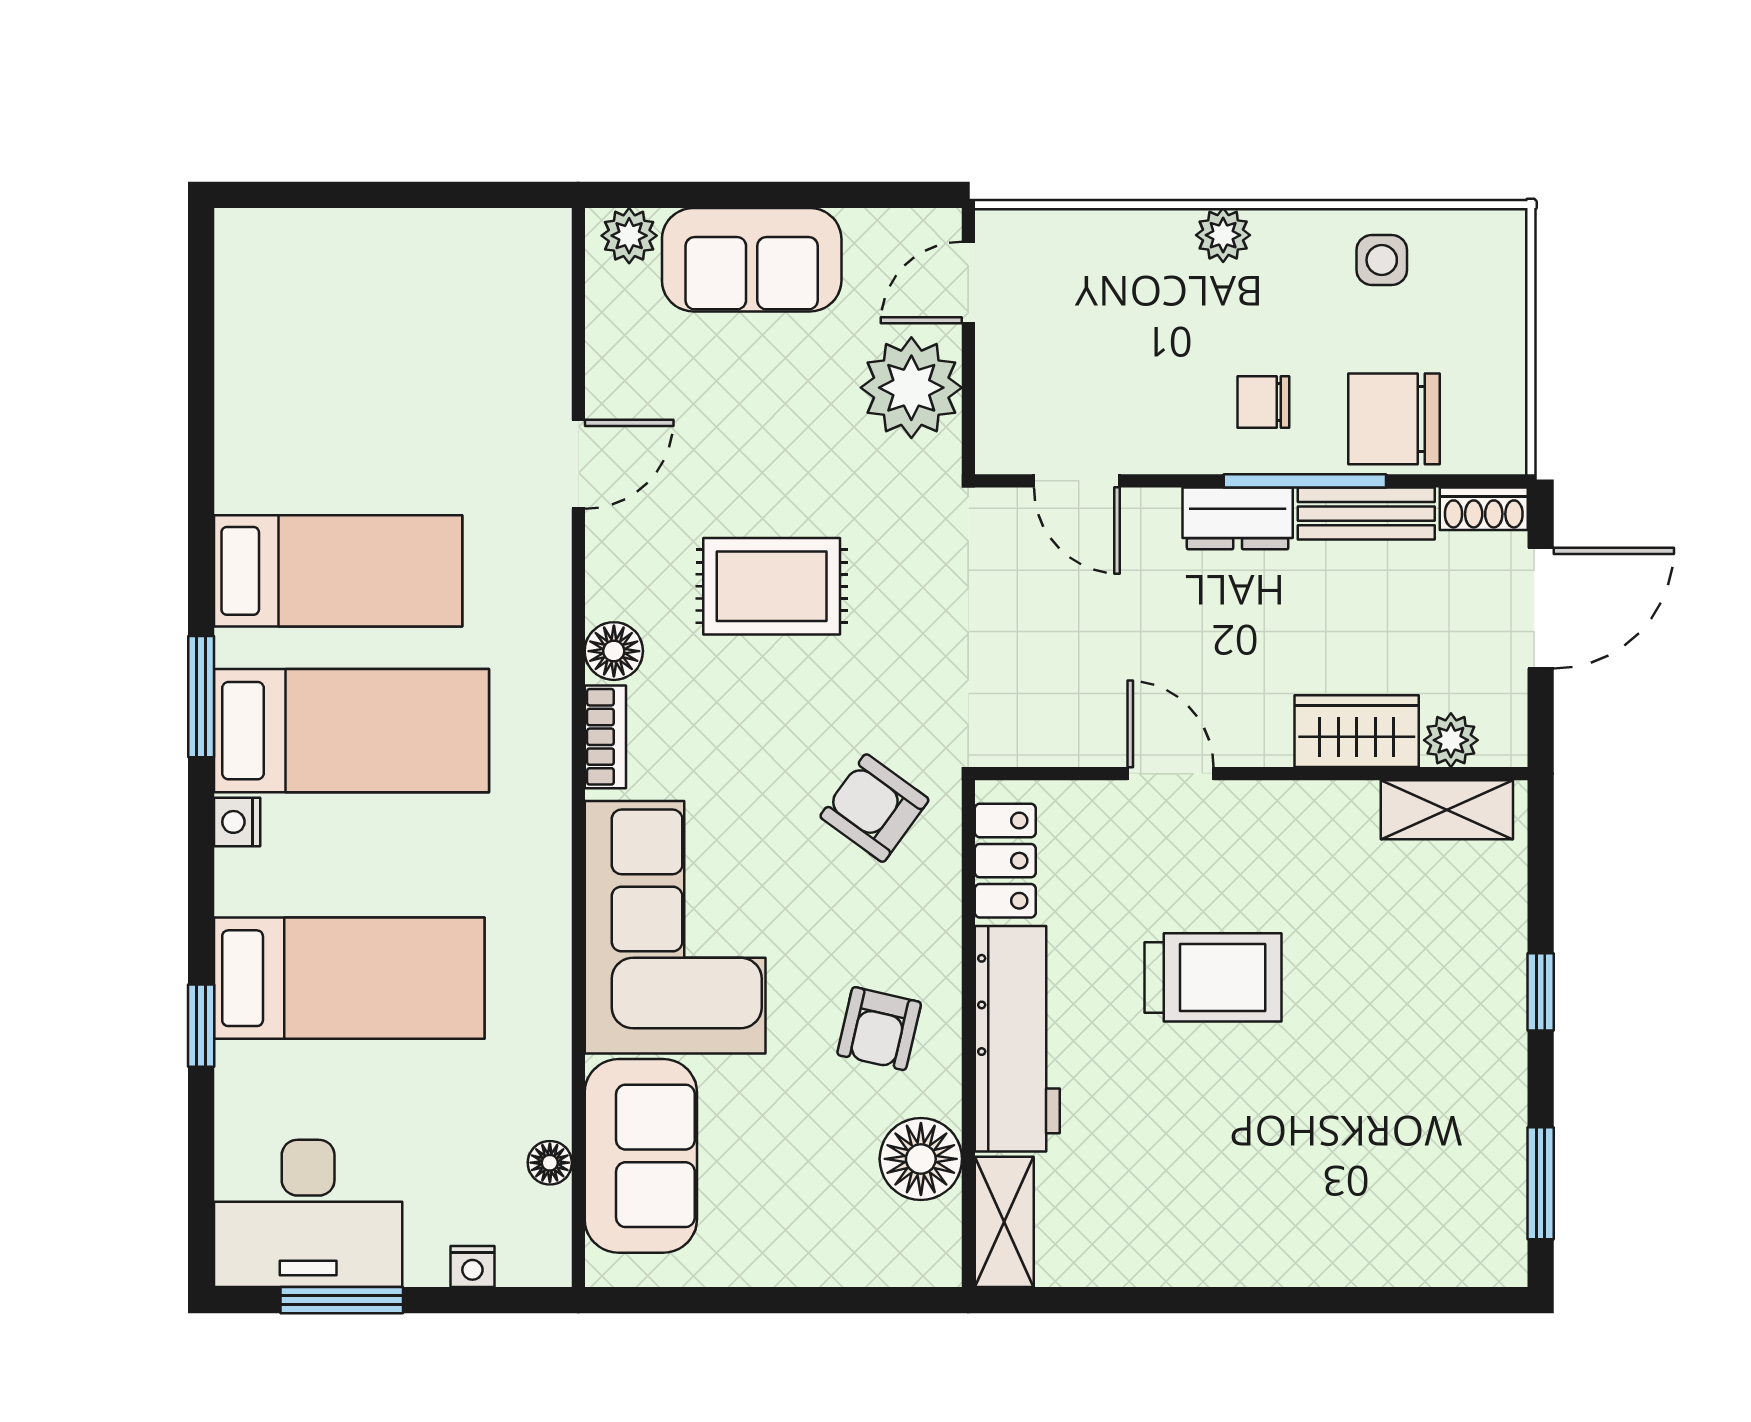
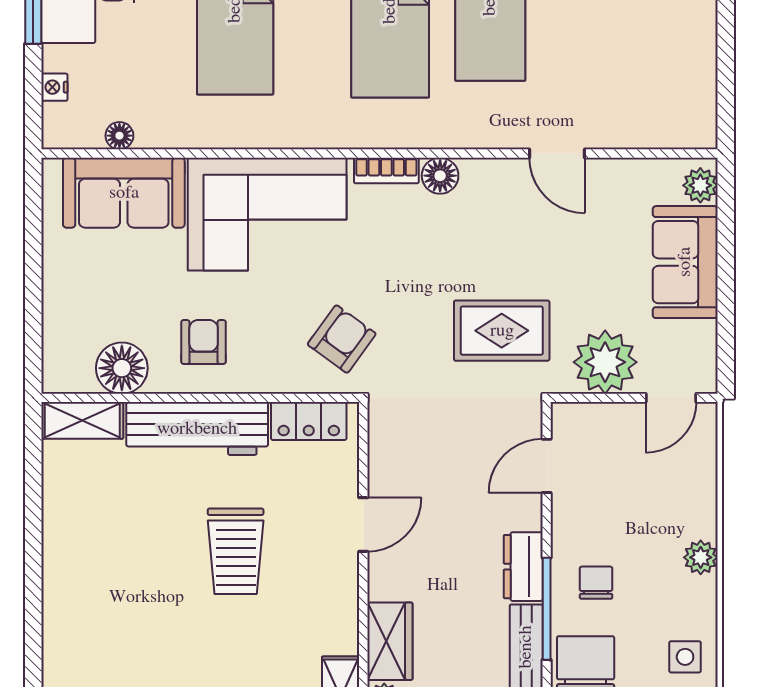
door: (968, 283) -> (671, 398), swing flipped
rug: (772, 586) -> (502, 331), moved, turned 90
armchair: (879, 1029) -> (204, 342), turned 77

